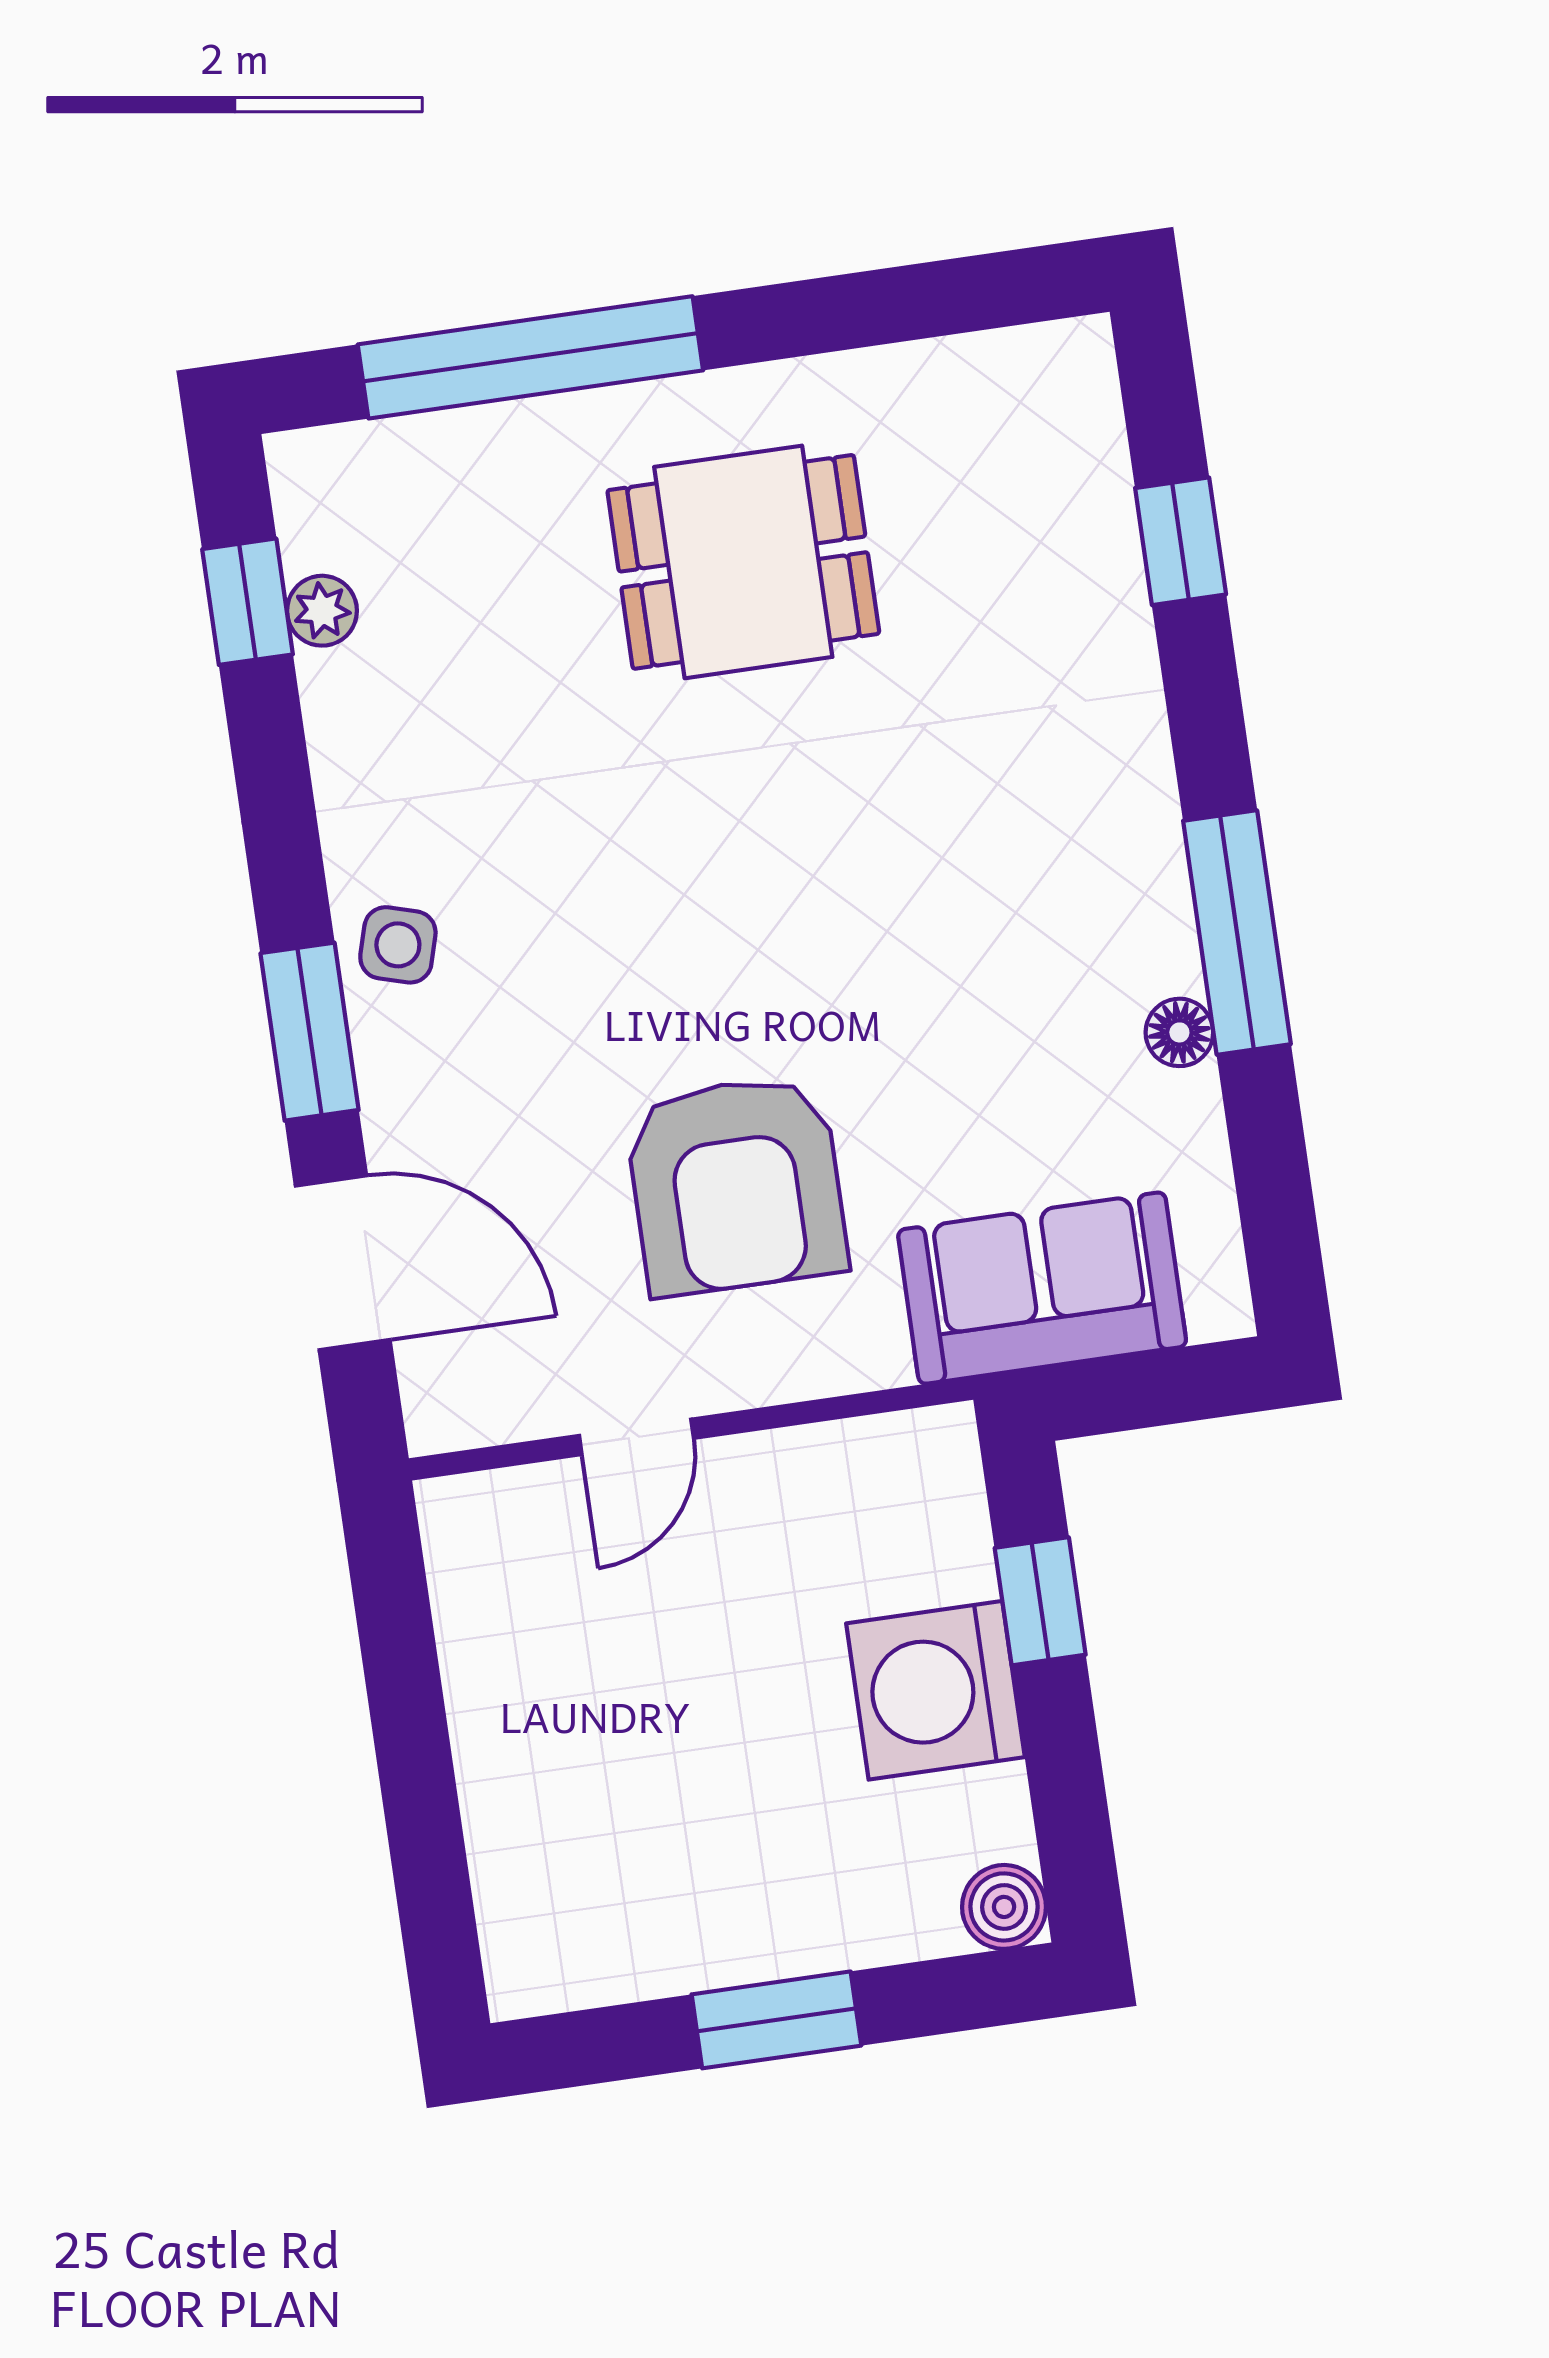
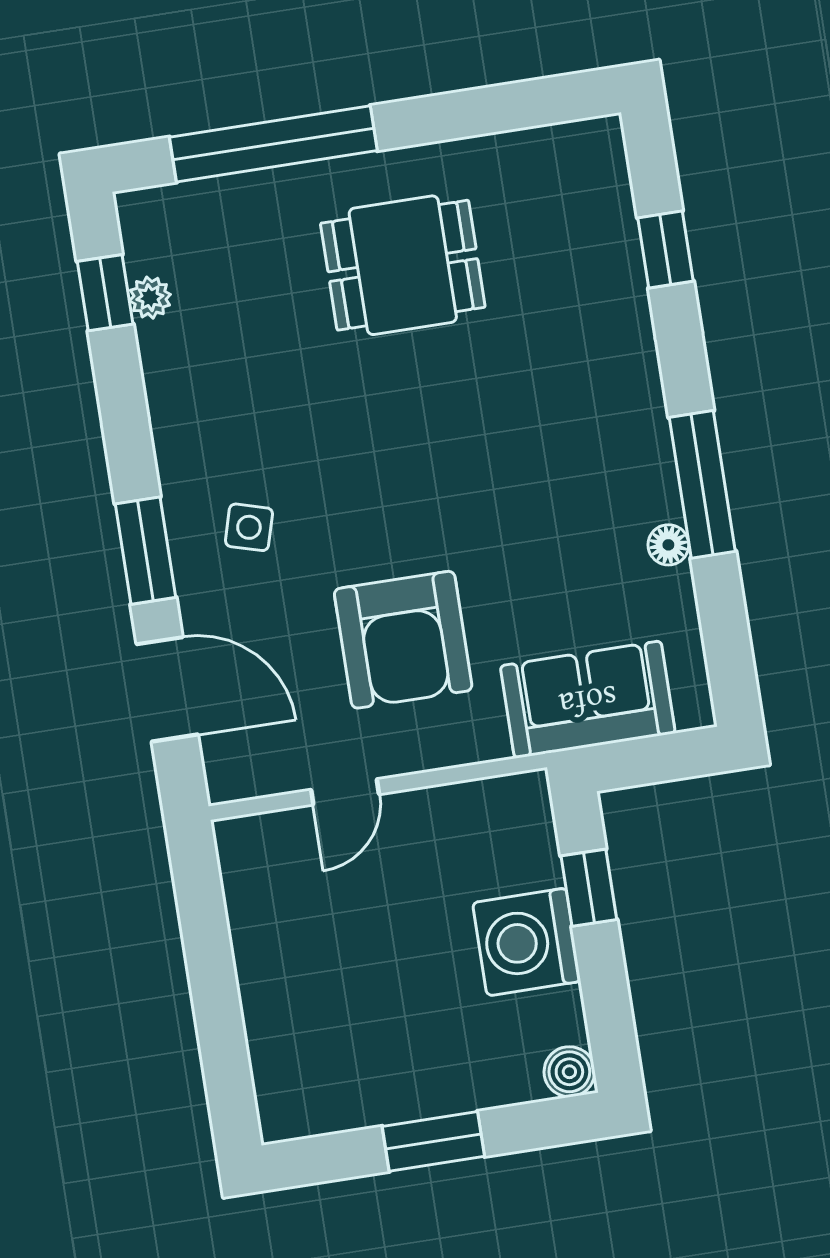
side table: (398, 945) -> (249, 527), moved

